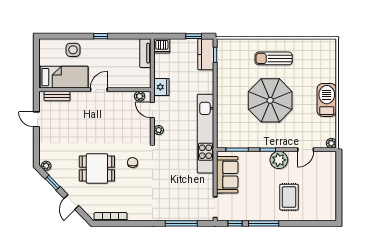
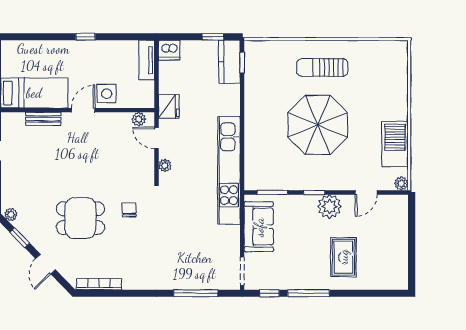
side table: (73, 50) -> (107, 94), moved
bench: (57, 96) -> (43, 119), moved
barbecue: (327, 100) -> (395, 144), moved

